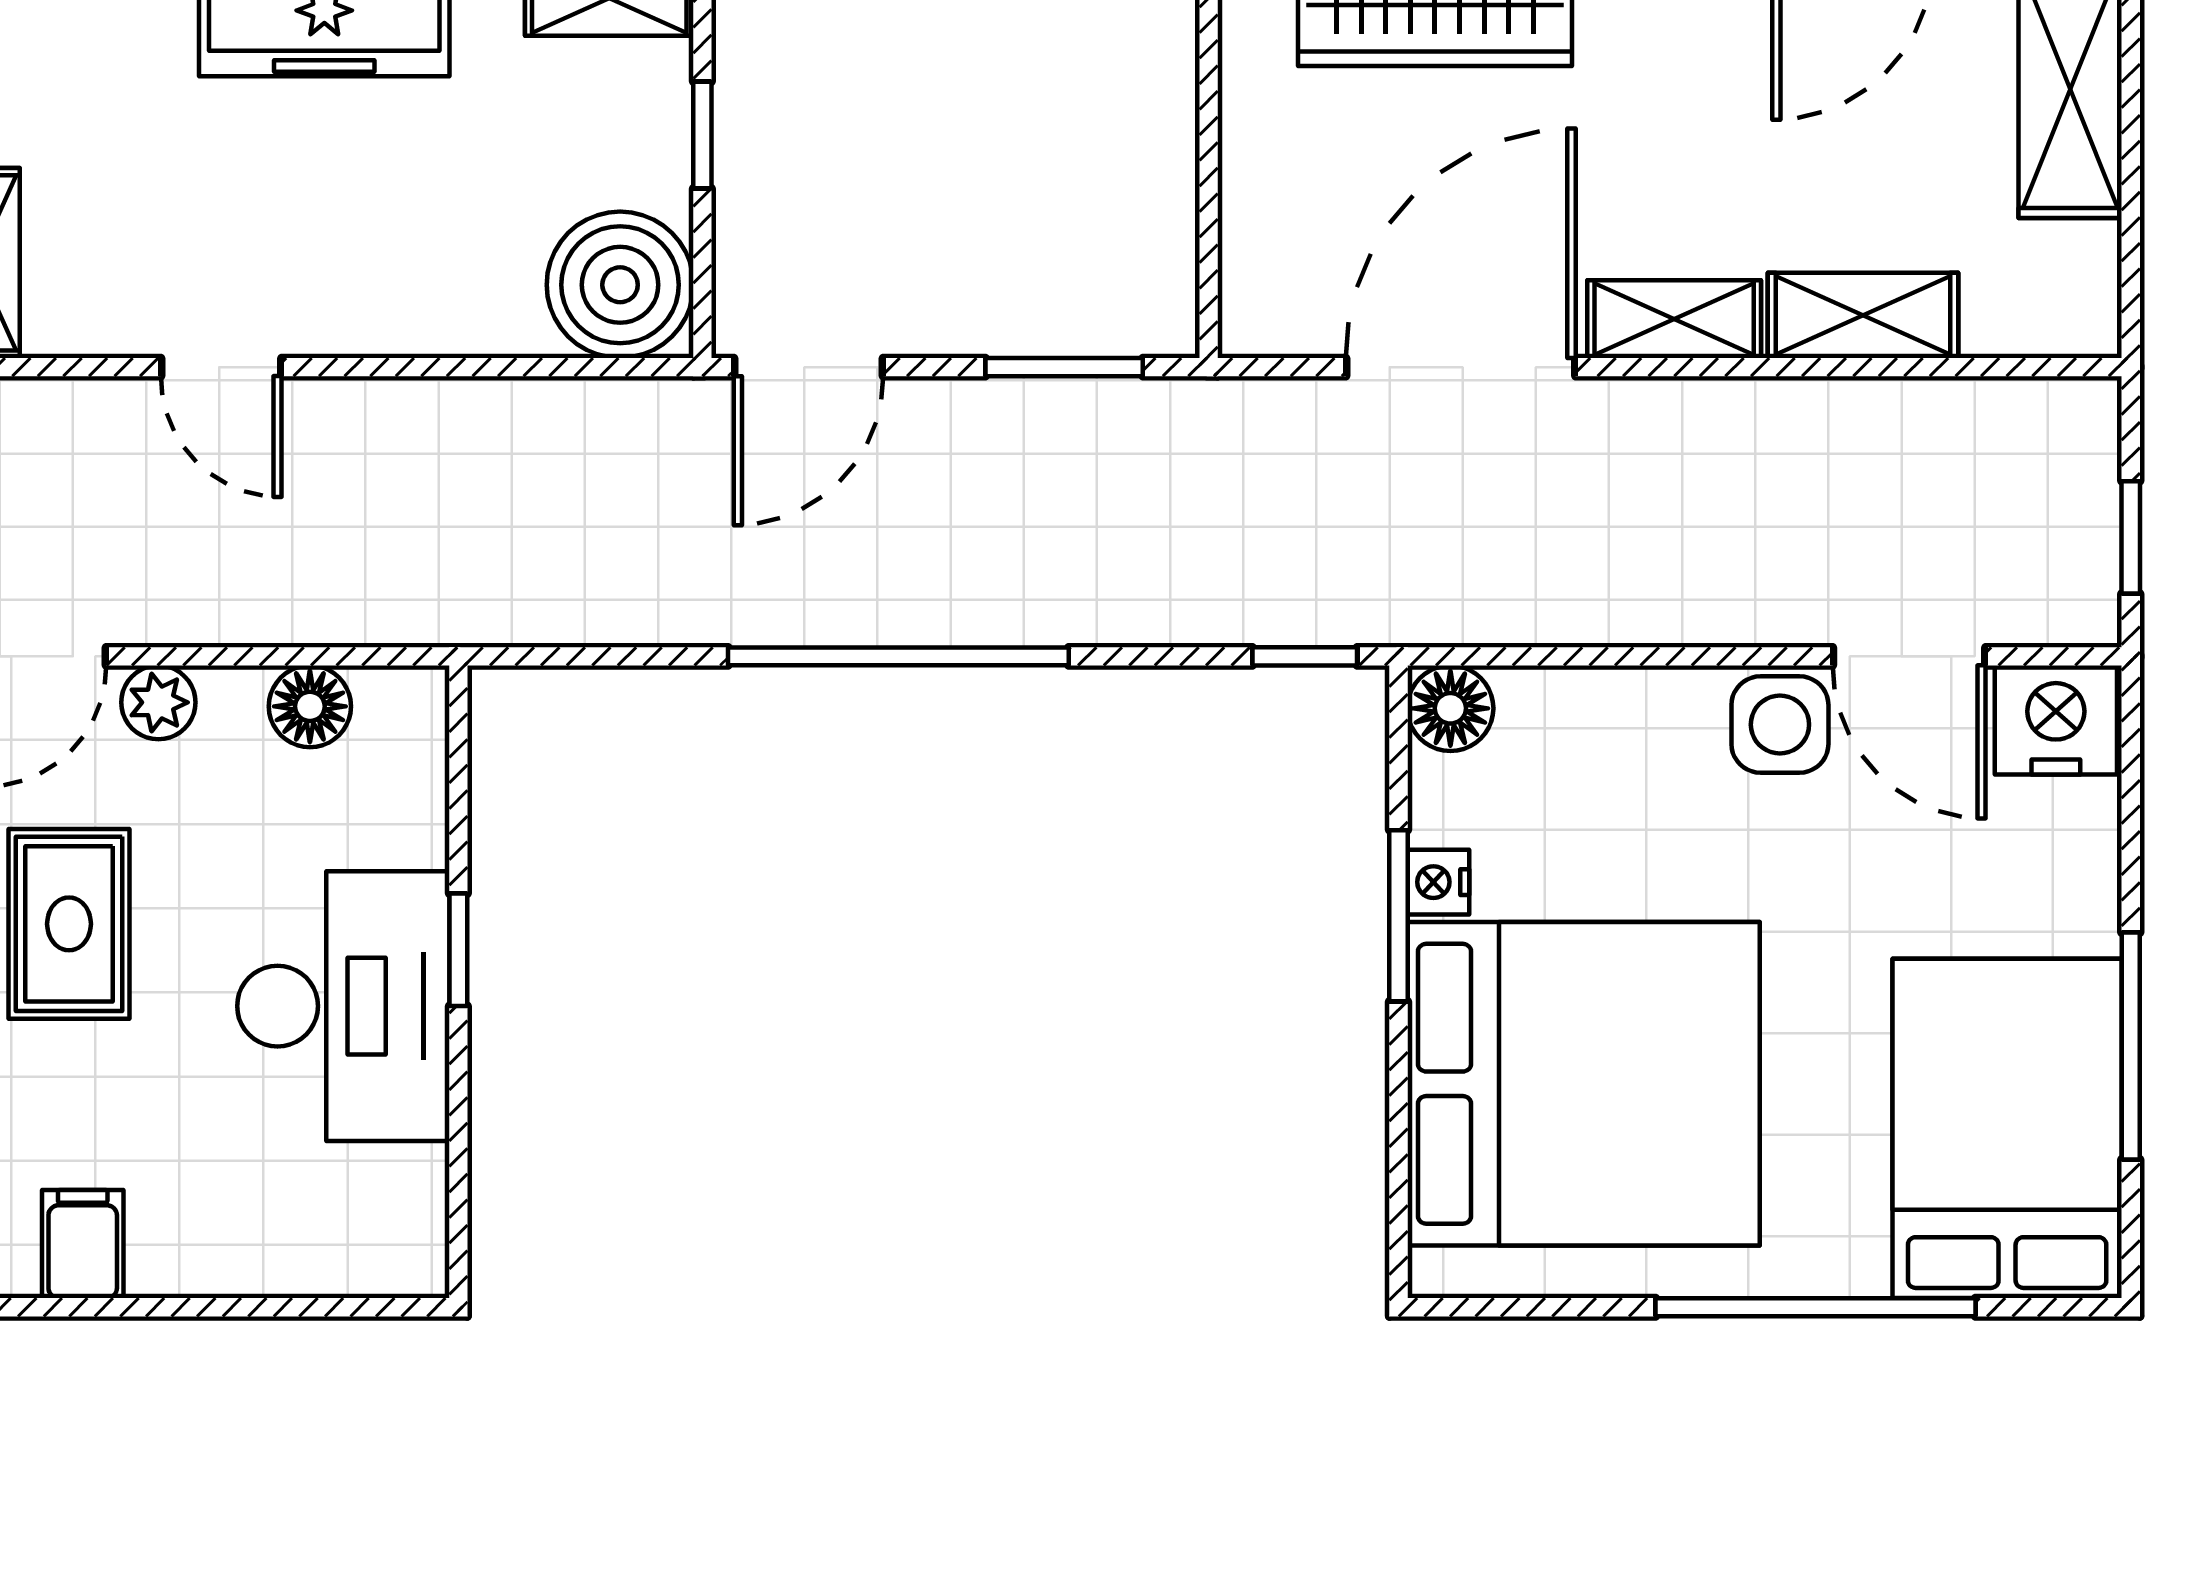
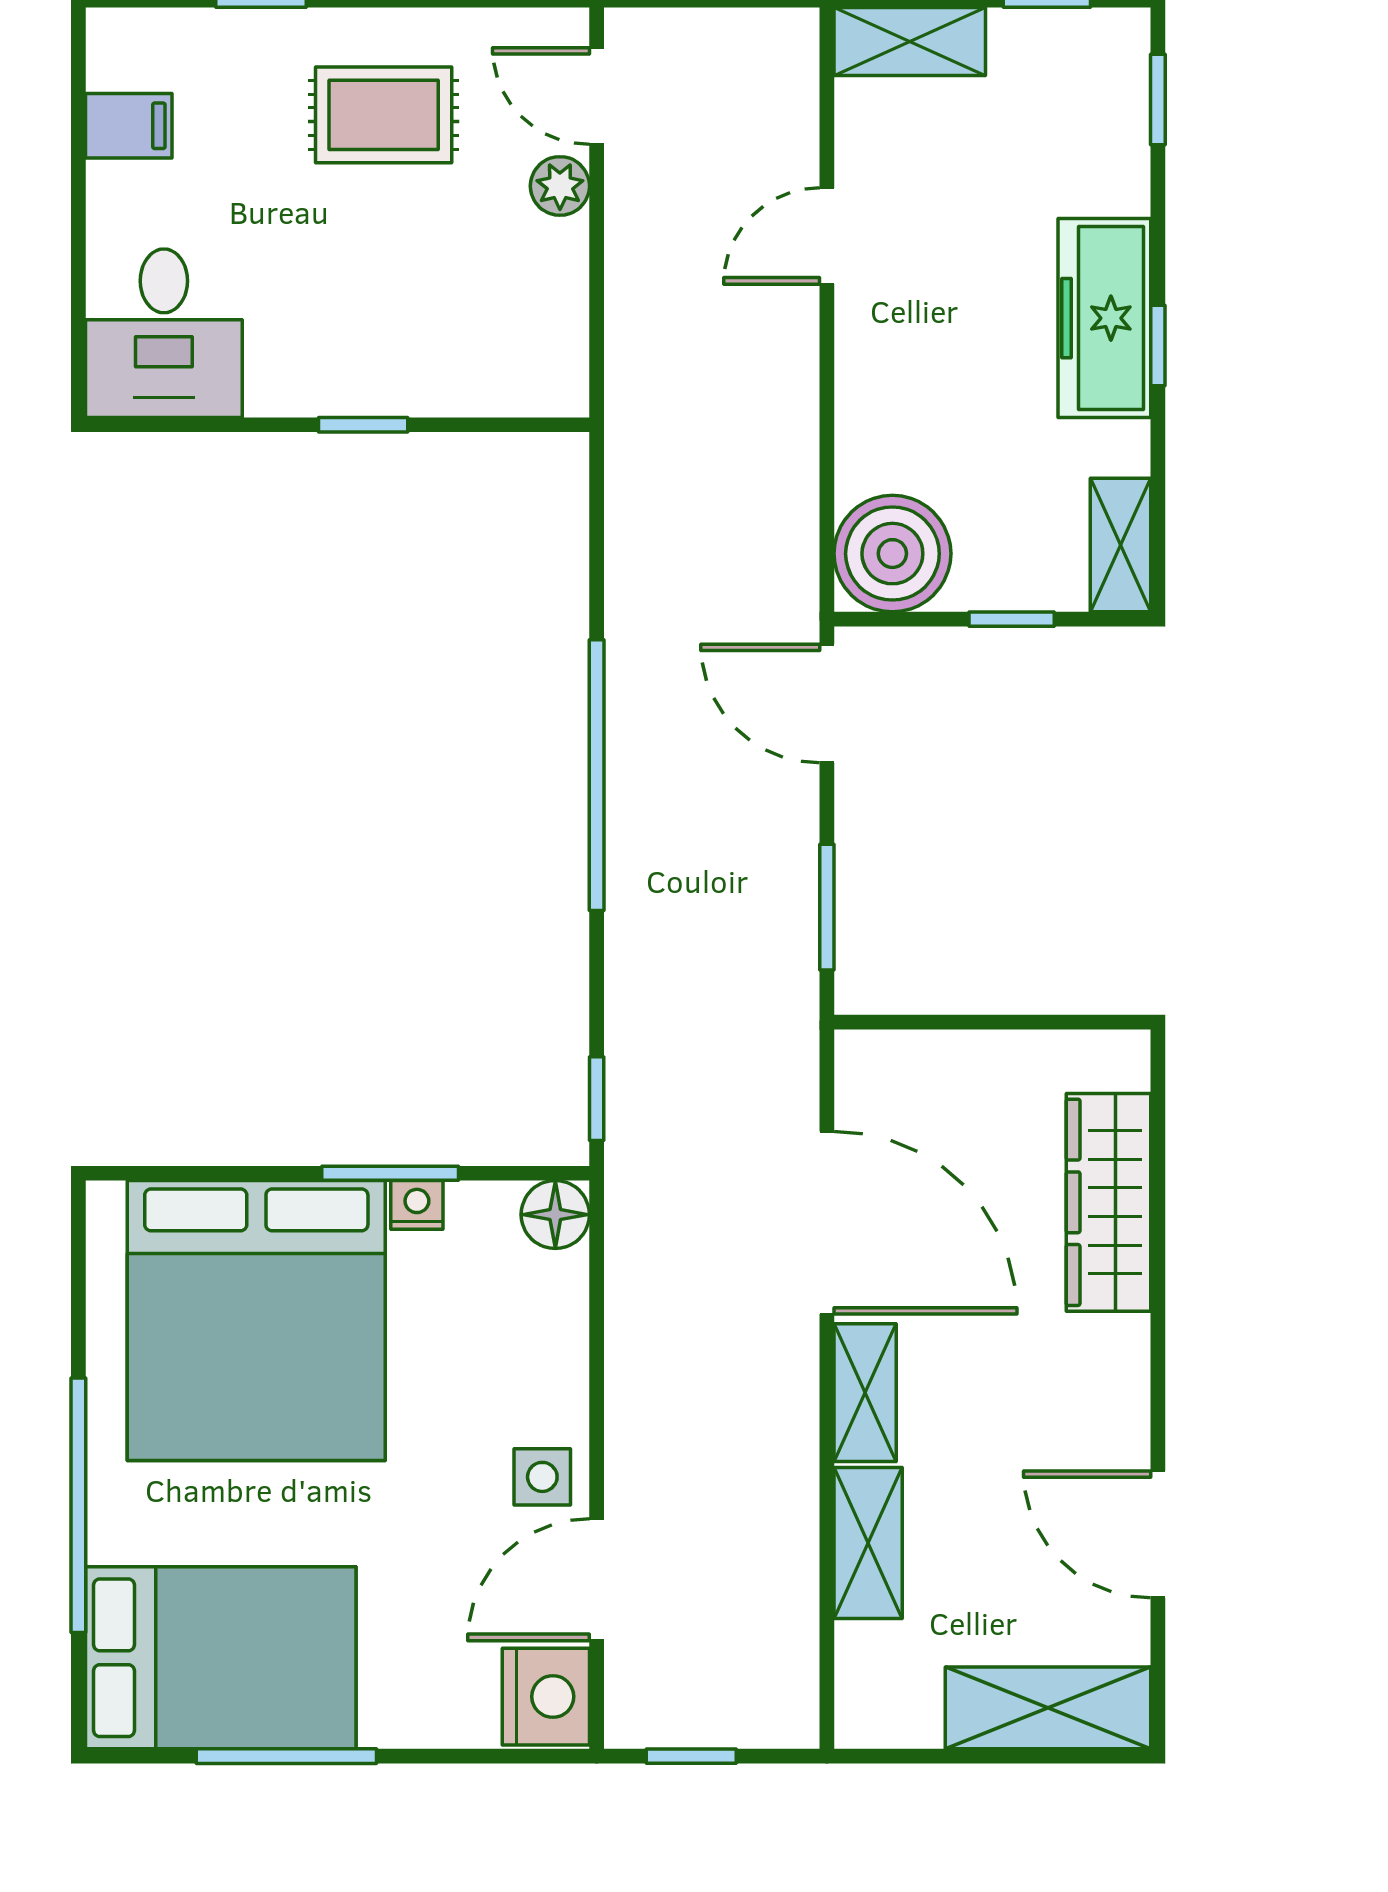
floor lamp: (310, 706) -> (557, 307), removed
side table: (1780, 725) -> (542, 1477), width x0.73, depth x0.73
desk: (343, 1006) -> (164, 333), moved, width x0.73

